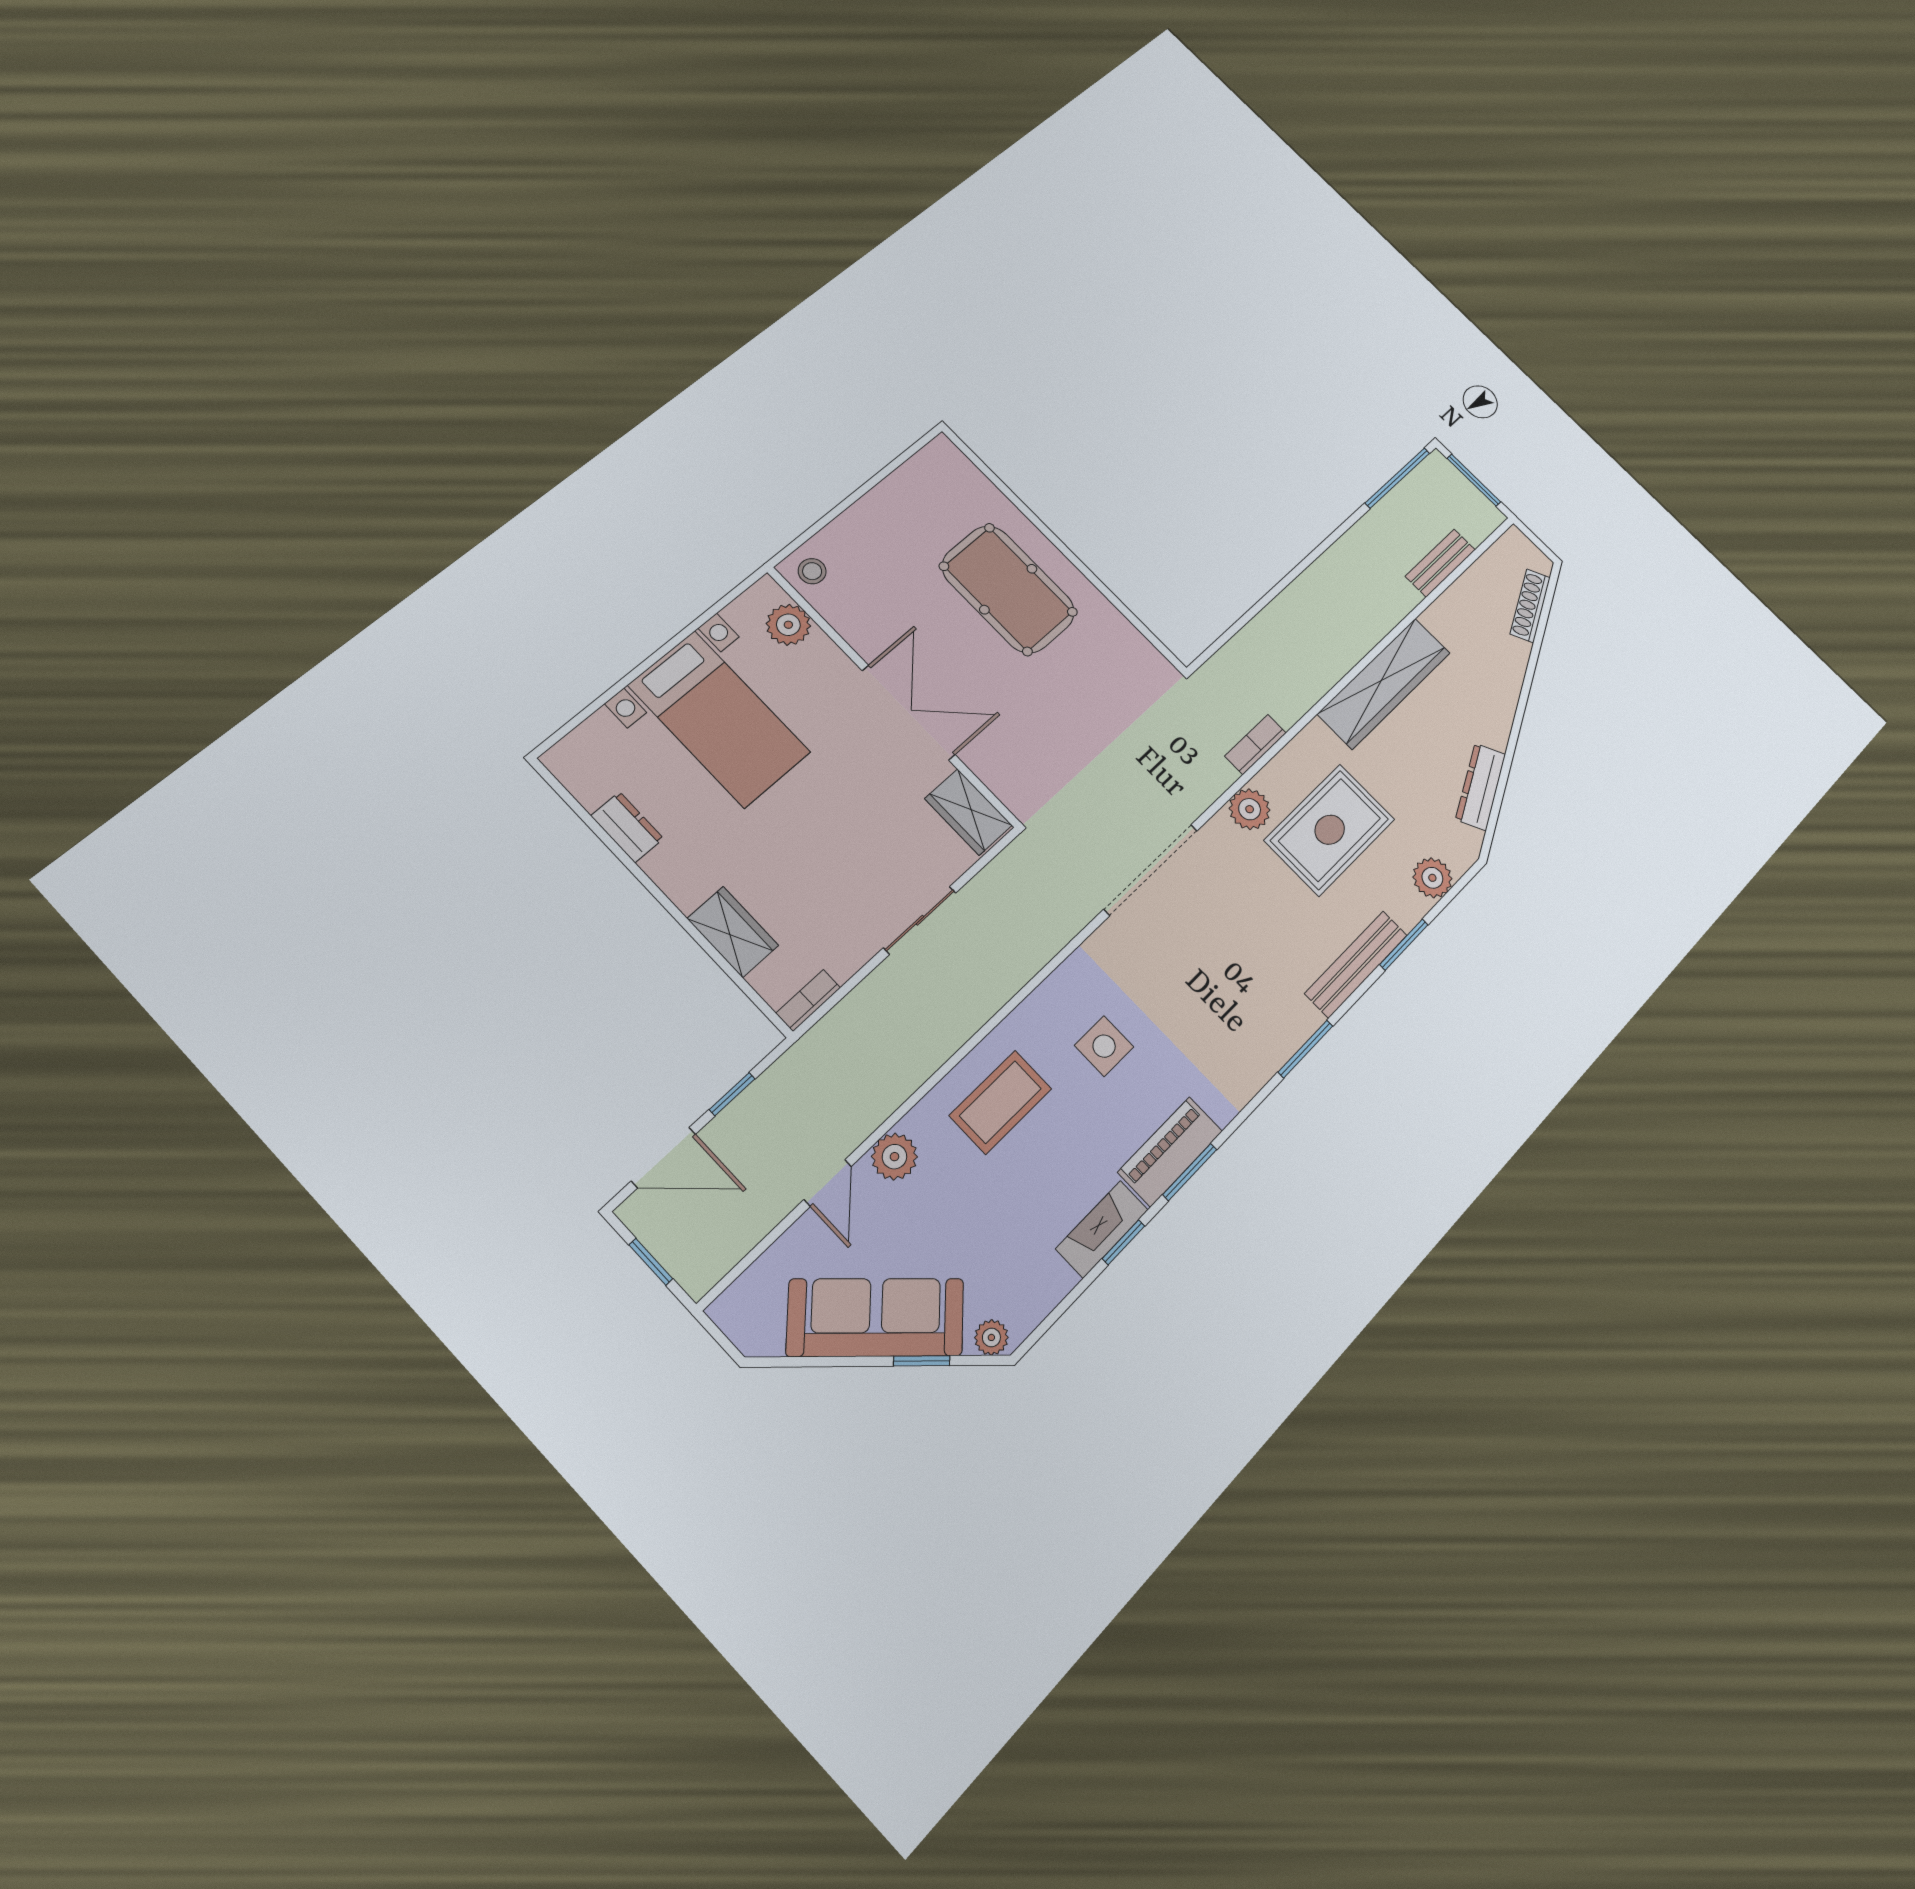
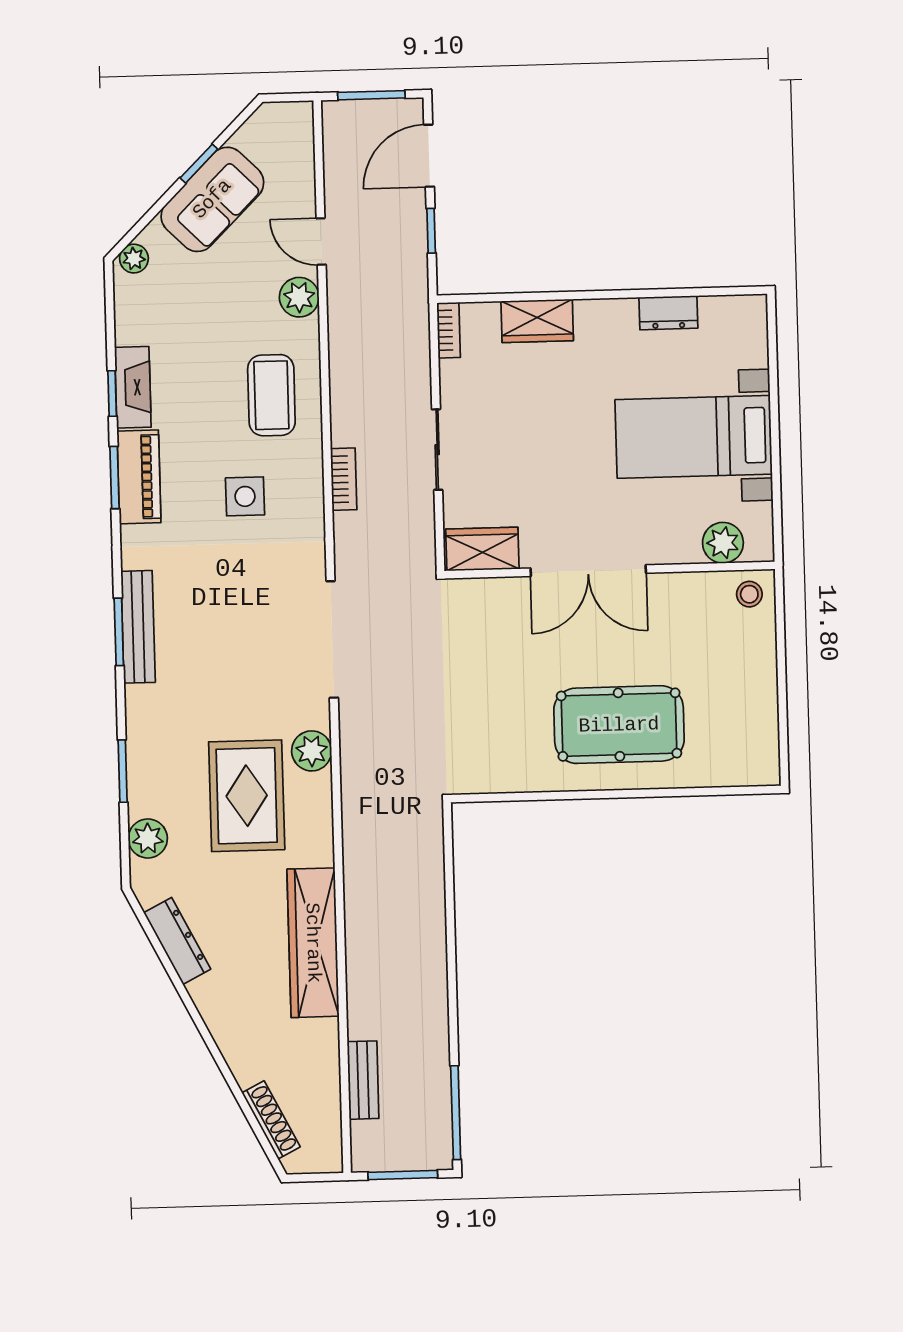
bookcase: (1256, 744) -> (344, 479), moved
bench: (1356, 964) -> (138, 627), moved
window: (651, 1262) -> (371, 95), width x1.50
sofa: (876, 1317) -> (212, 199), width x0.73
window: (922, 1361) -> (199, 164), moved

